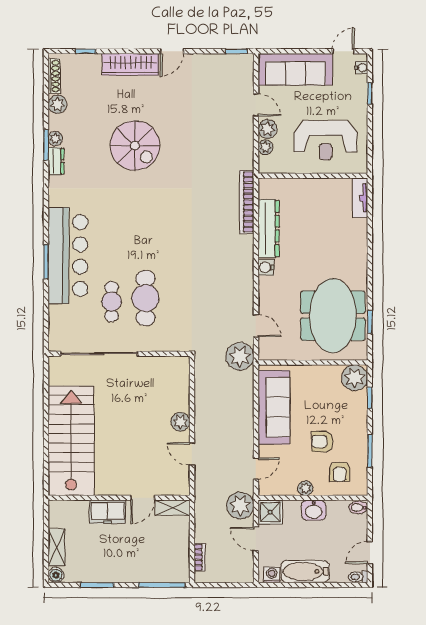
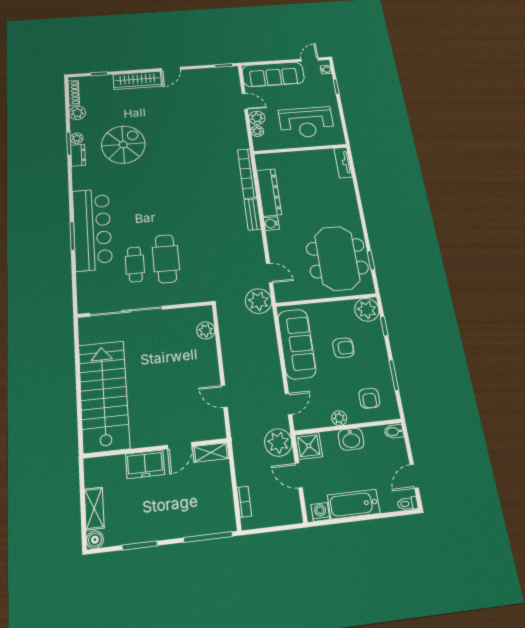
spiral stairs: (135, 146) -> (123, 145), moved, turned -90
bench: (247, 254) -> (253, 214), added
plant: (180, 422) -> (206, 330), moved
armchair: (322, 442) -> (343, 348), moved, turned 180

